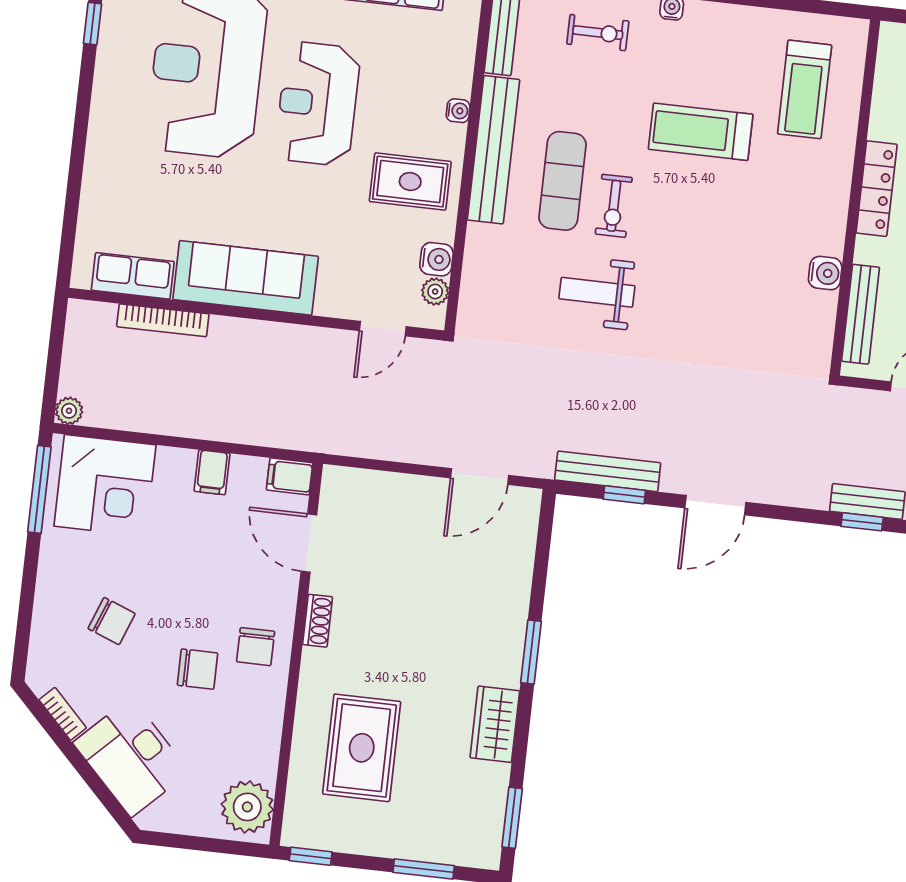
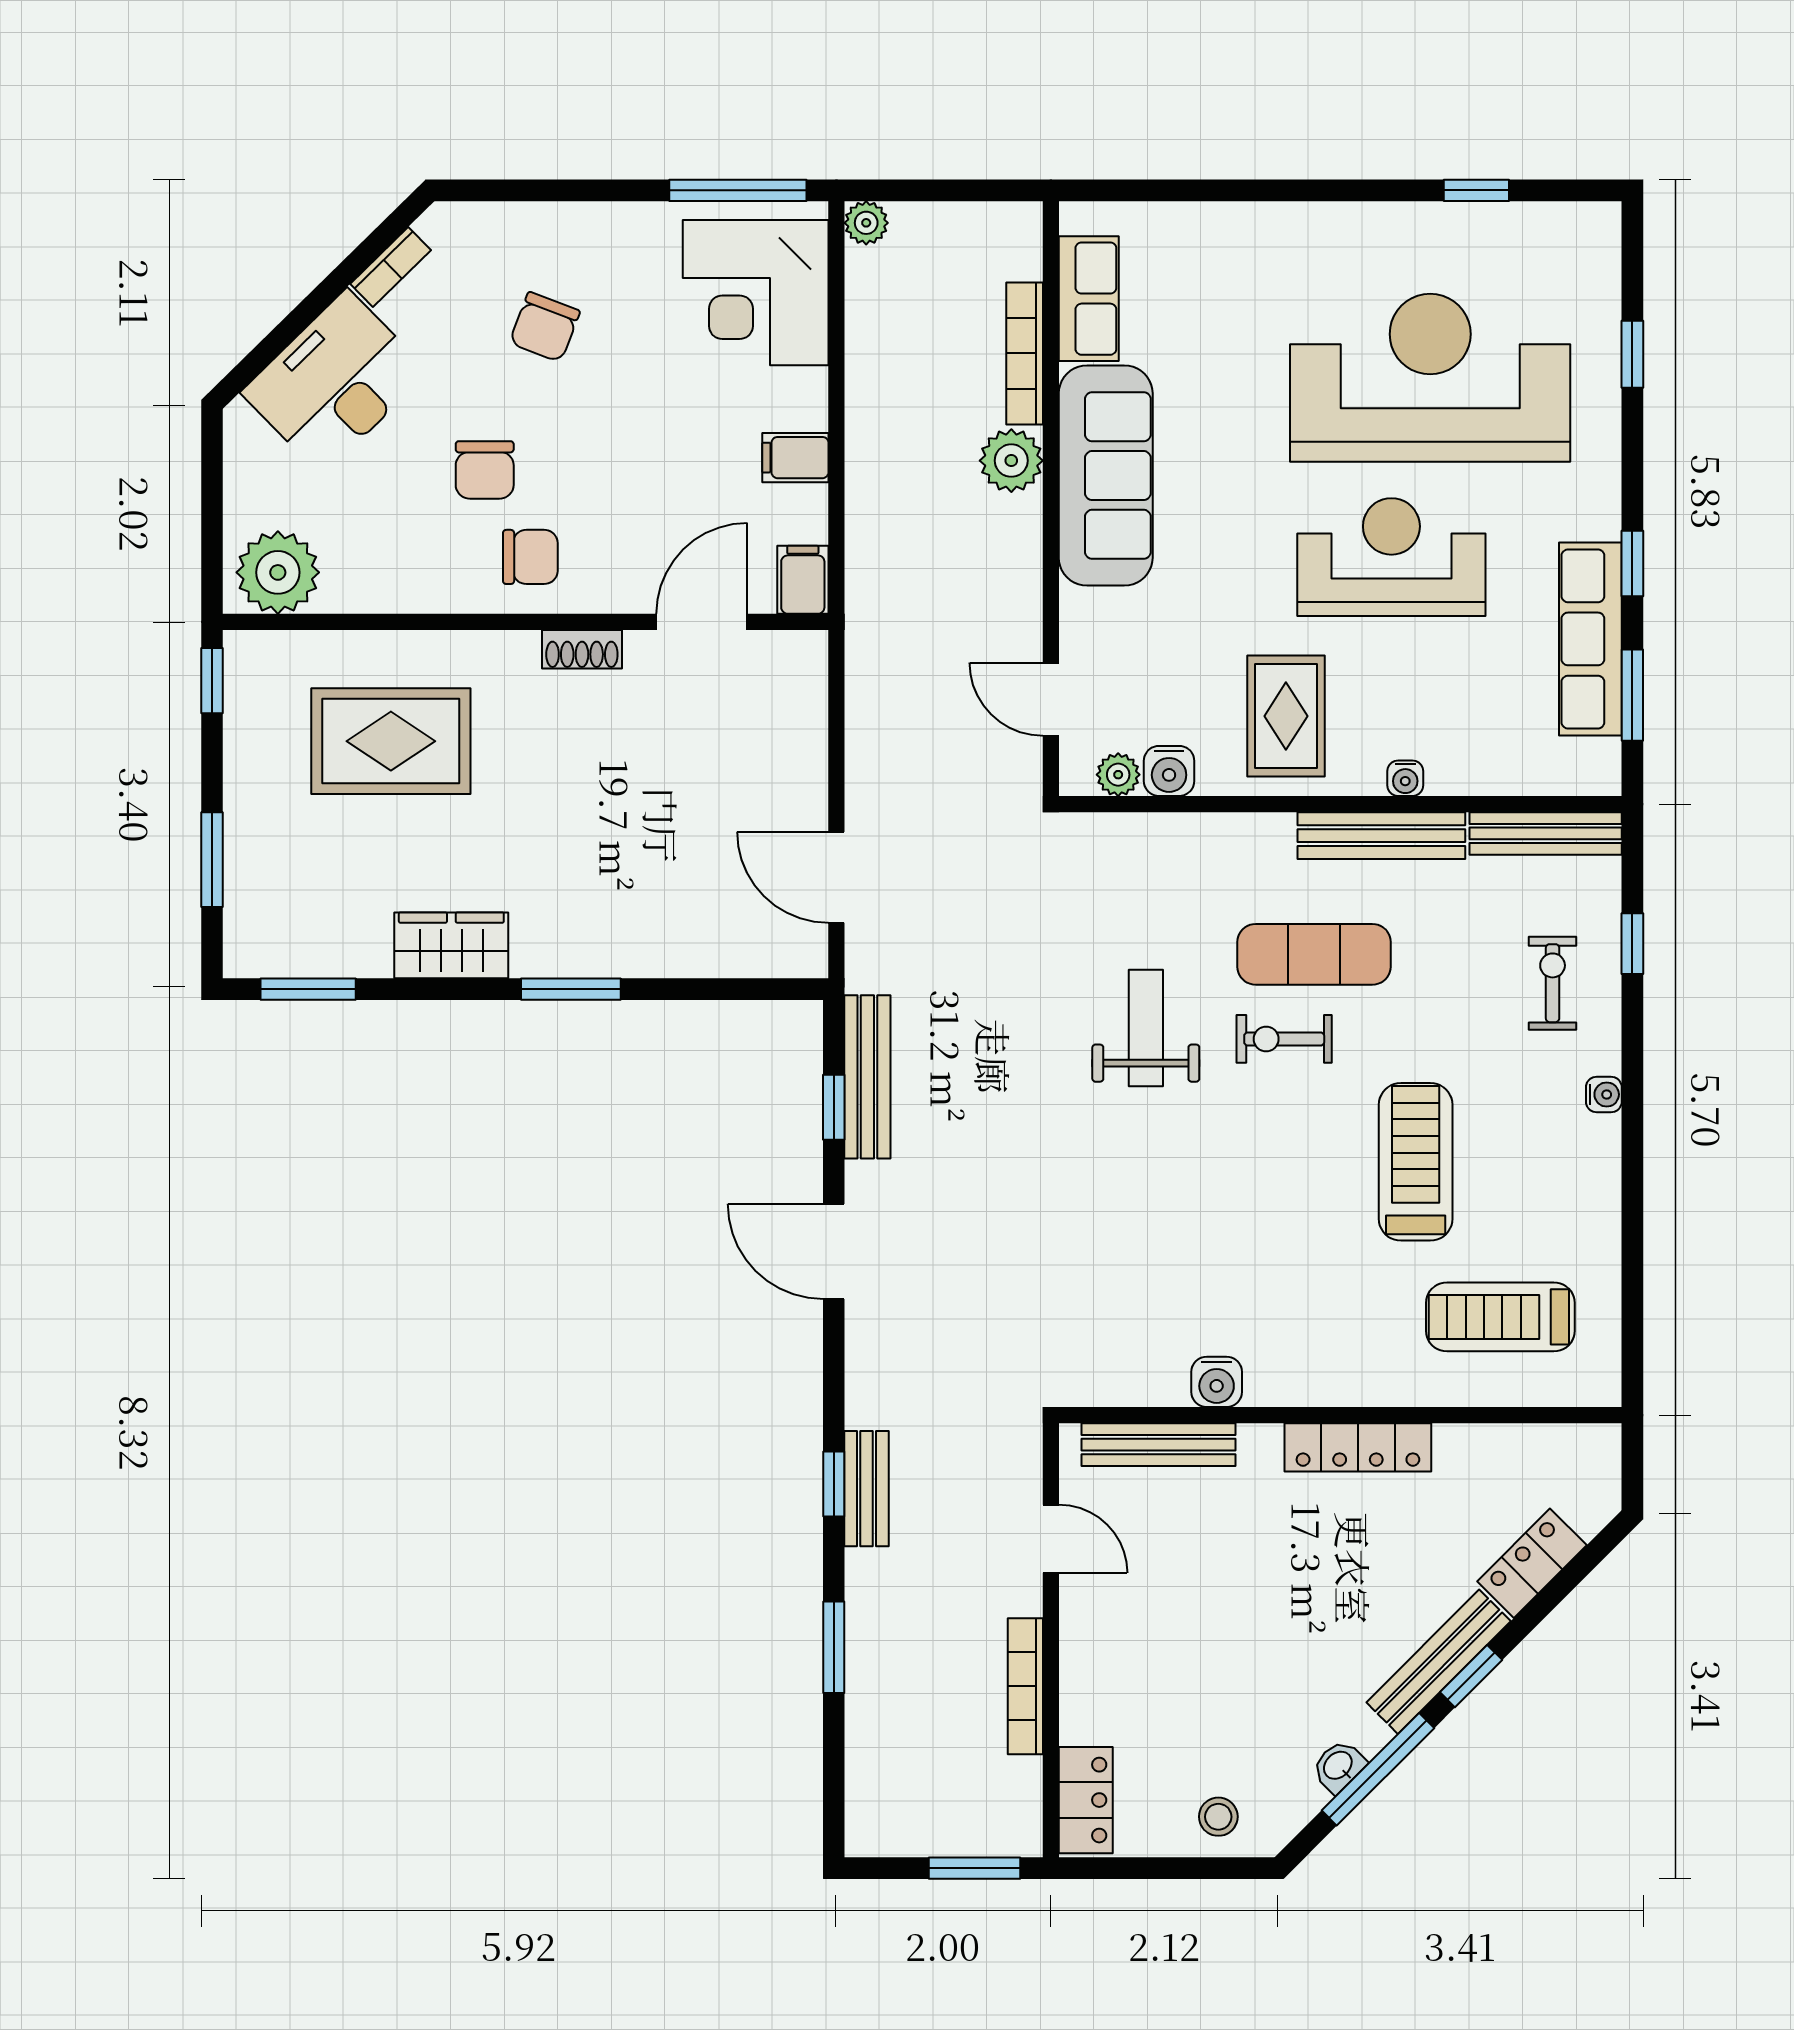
exercise bike: (598, 33) -> (1553, 983), turned 180
bench: (493, 150) -> (1381, 836), width x0.73, depth x0.82
plant: (229, 336) -> (1011, 461), added
chair: (256, 647) -> (530, 557), turned 180

